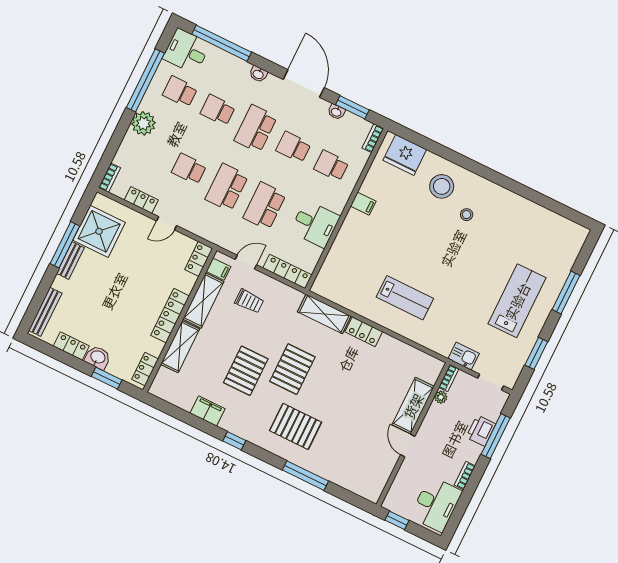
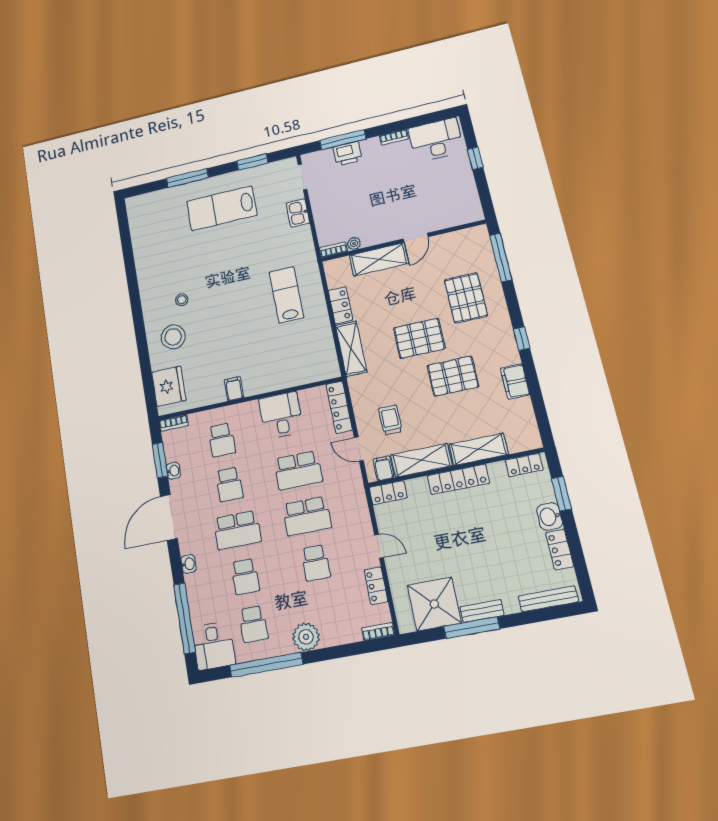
bookcase: (449, 378) -> (333, 250), moved
plant: (441, 397) -> (354, 243), moved
shelving: (413, 406) -> (379, 259), moved
wall: (413, 434) -> (403, 241), moved
door: (408, 446) -> (416, 238), moved

